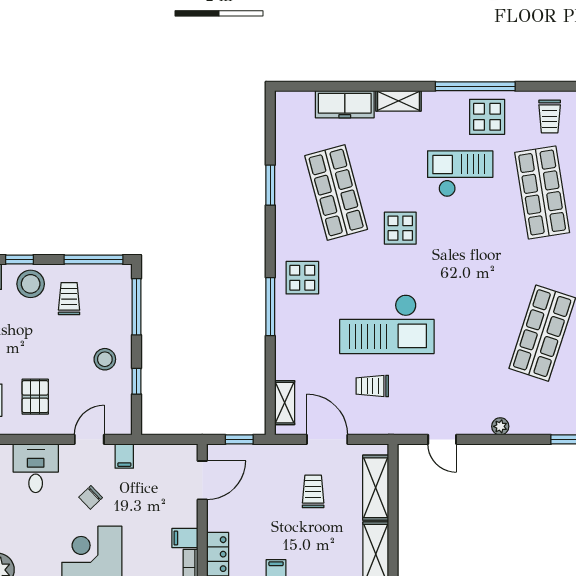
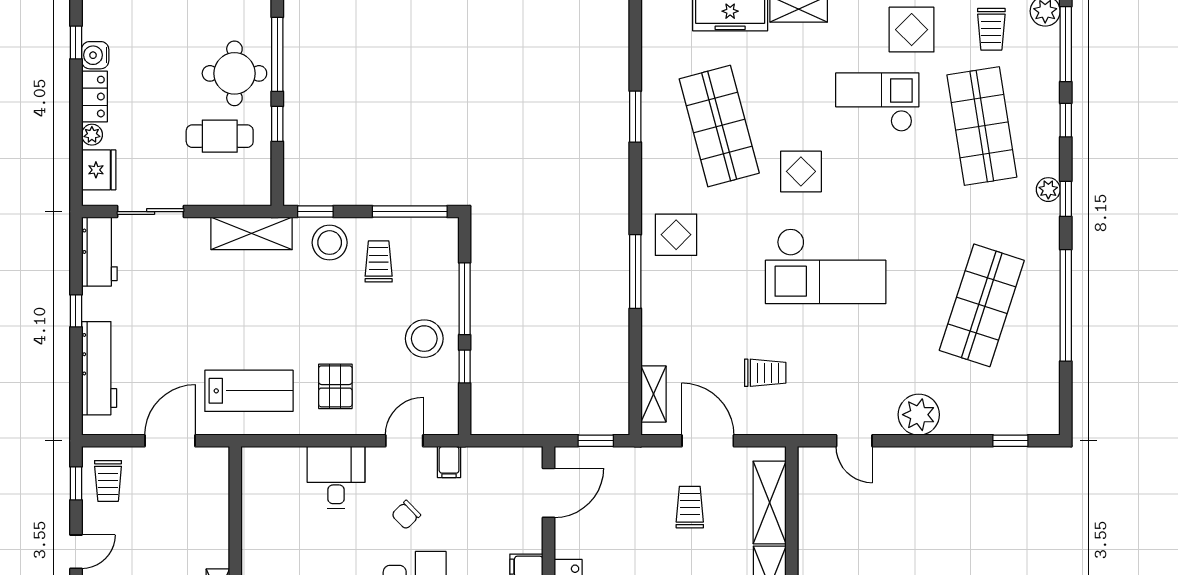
window: (136, 307) -> (465, 299), moved
checkout: (387, 324) -> (826, 266), moved
stool: (105, 359) -> (424, 339), width x1.38, depth x1.38
trolley: (372, 386) -> (765, 373), turned 180
plant: (500, 426) -> (919, 415), width x1.87, depth x1.87

